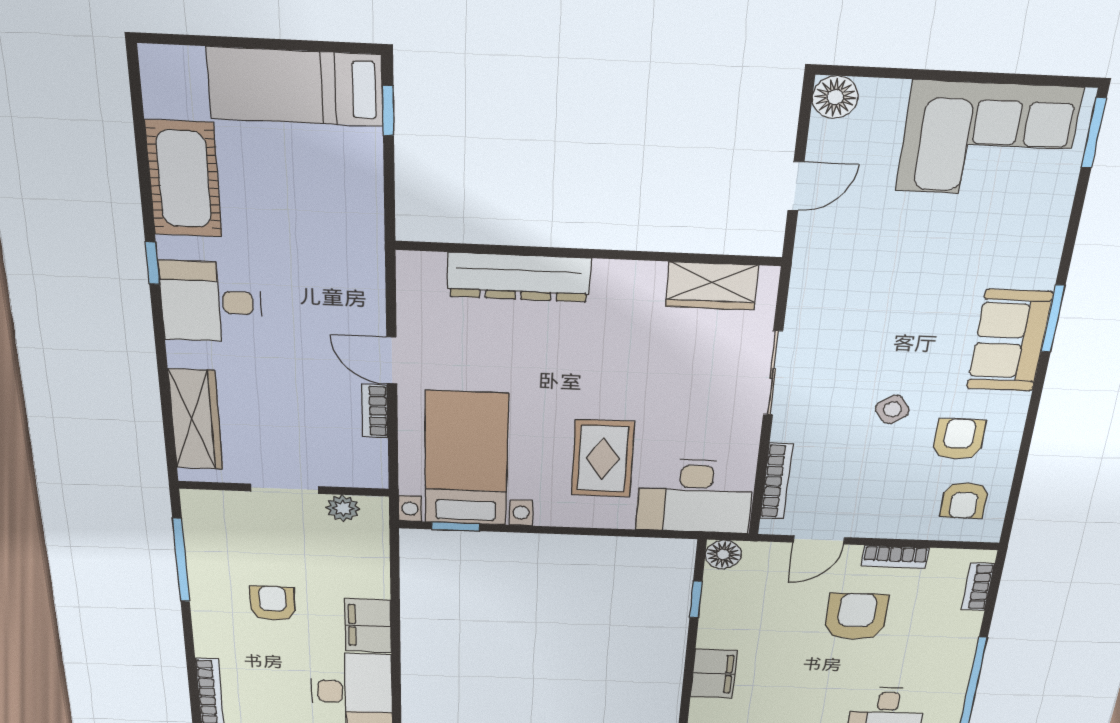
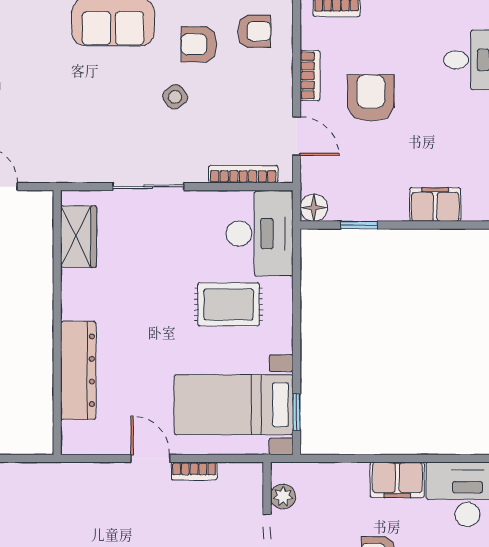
door: (392, 360) -> (150, 458), swing flipped
armchair: (856, 617) -> (371, 98), turned 90

